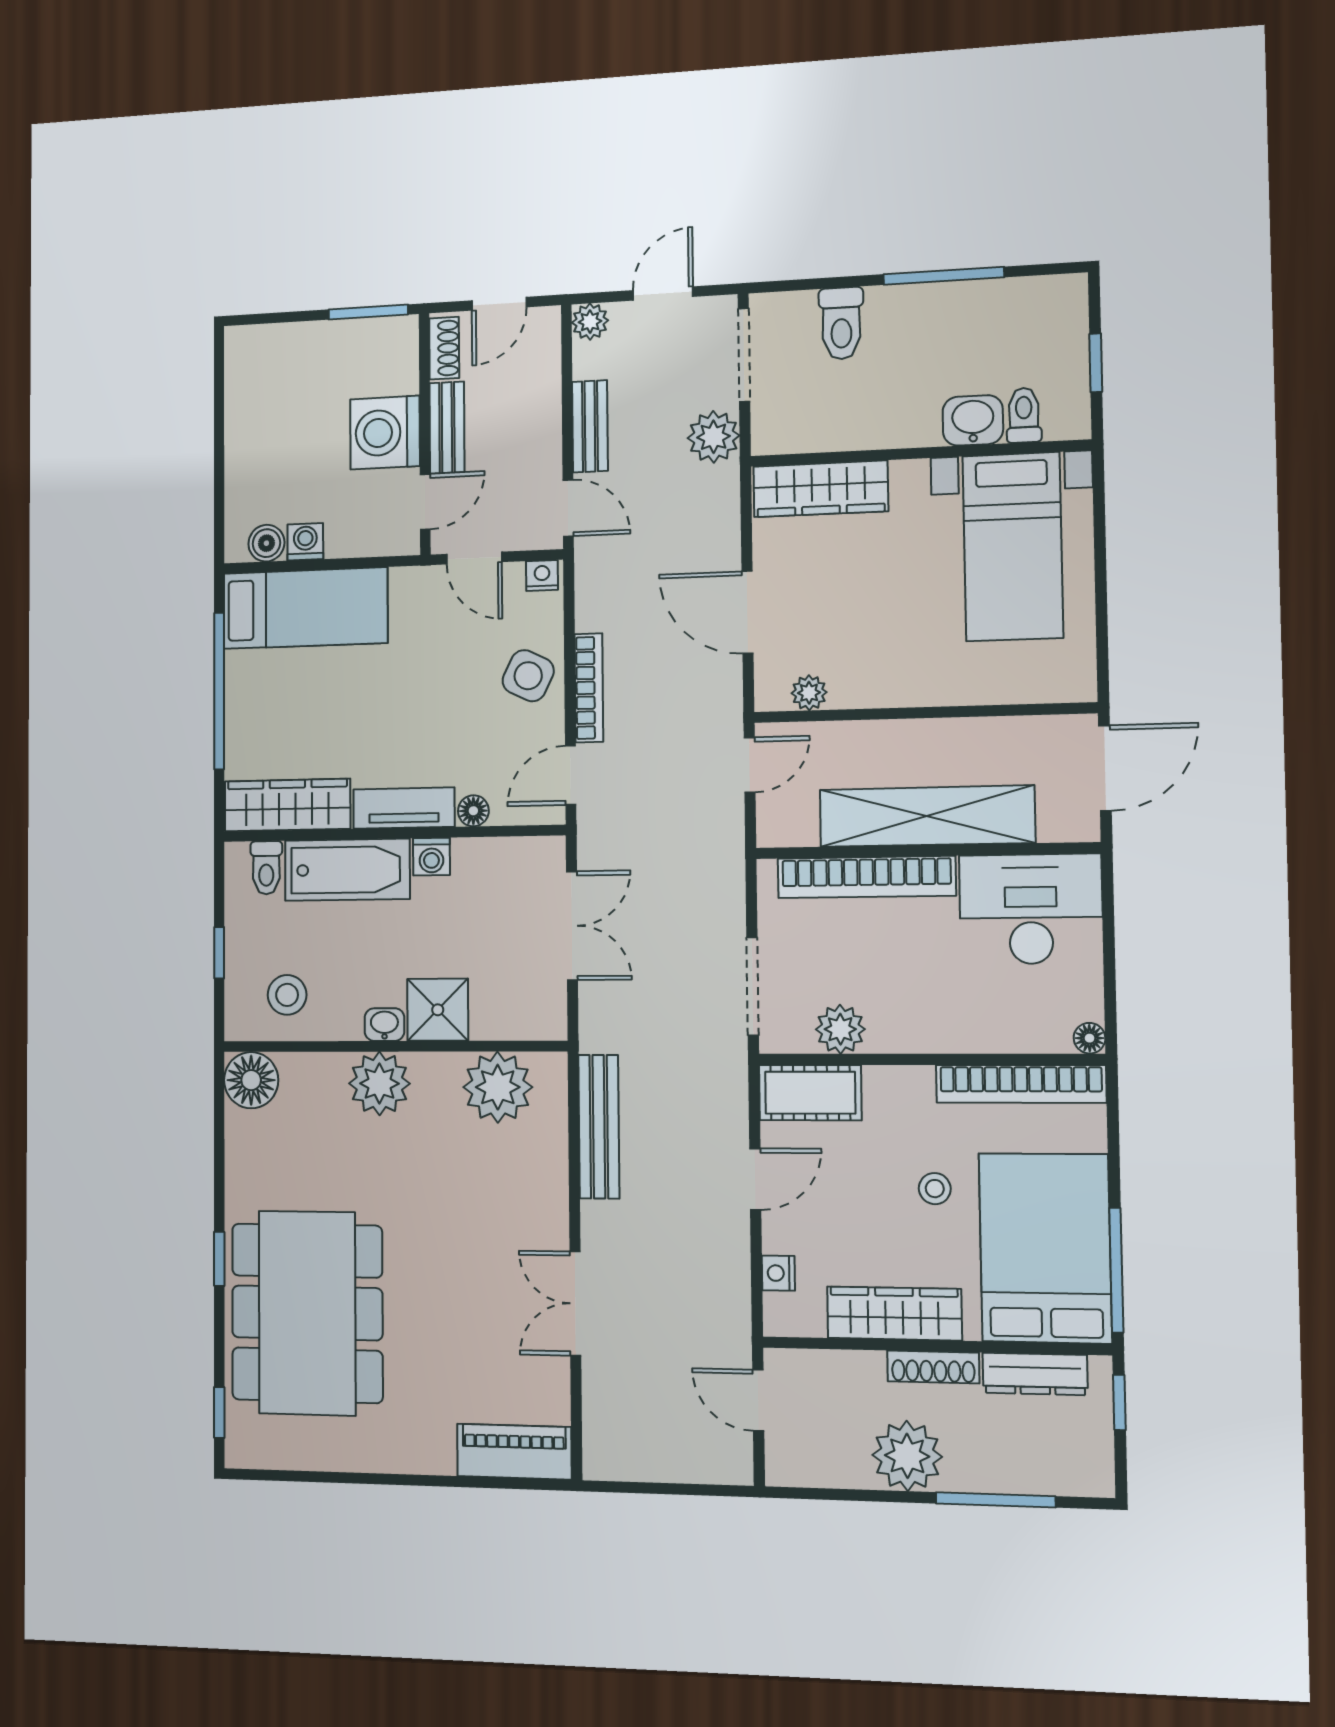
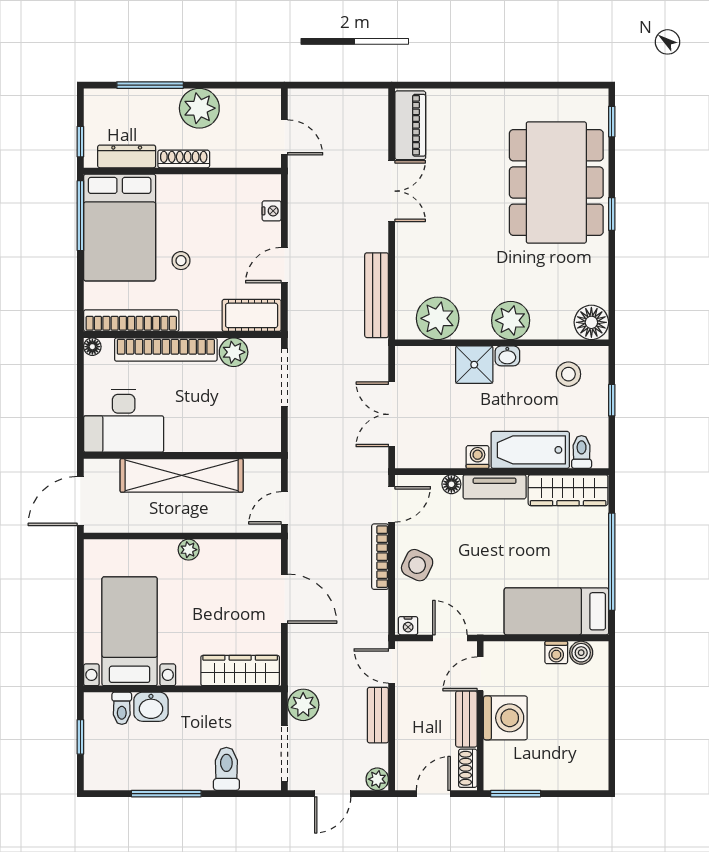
plant: (809, 693) -> (189, 550), moved
bookcase: (866, 877) -> (166, 350), moved, turned 180
wardrobe: (894, 1313) -> (205, 189), removed
piano: (514, 1452) -> (410, 125), moved, turned -90

